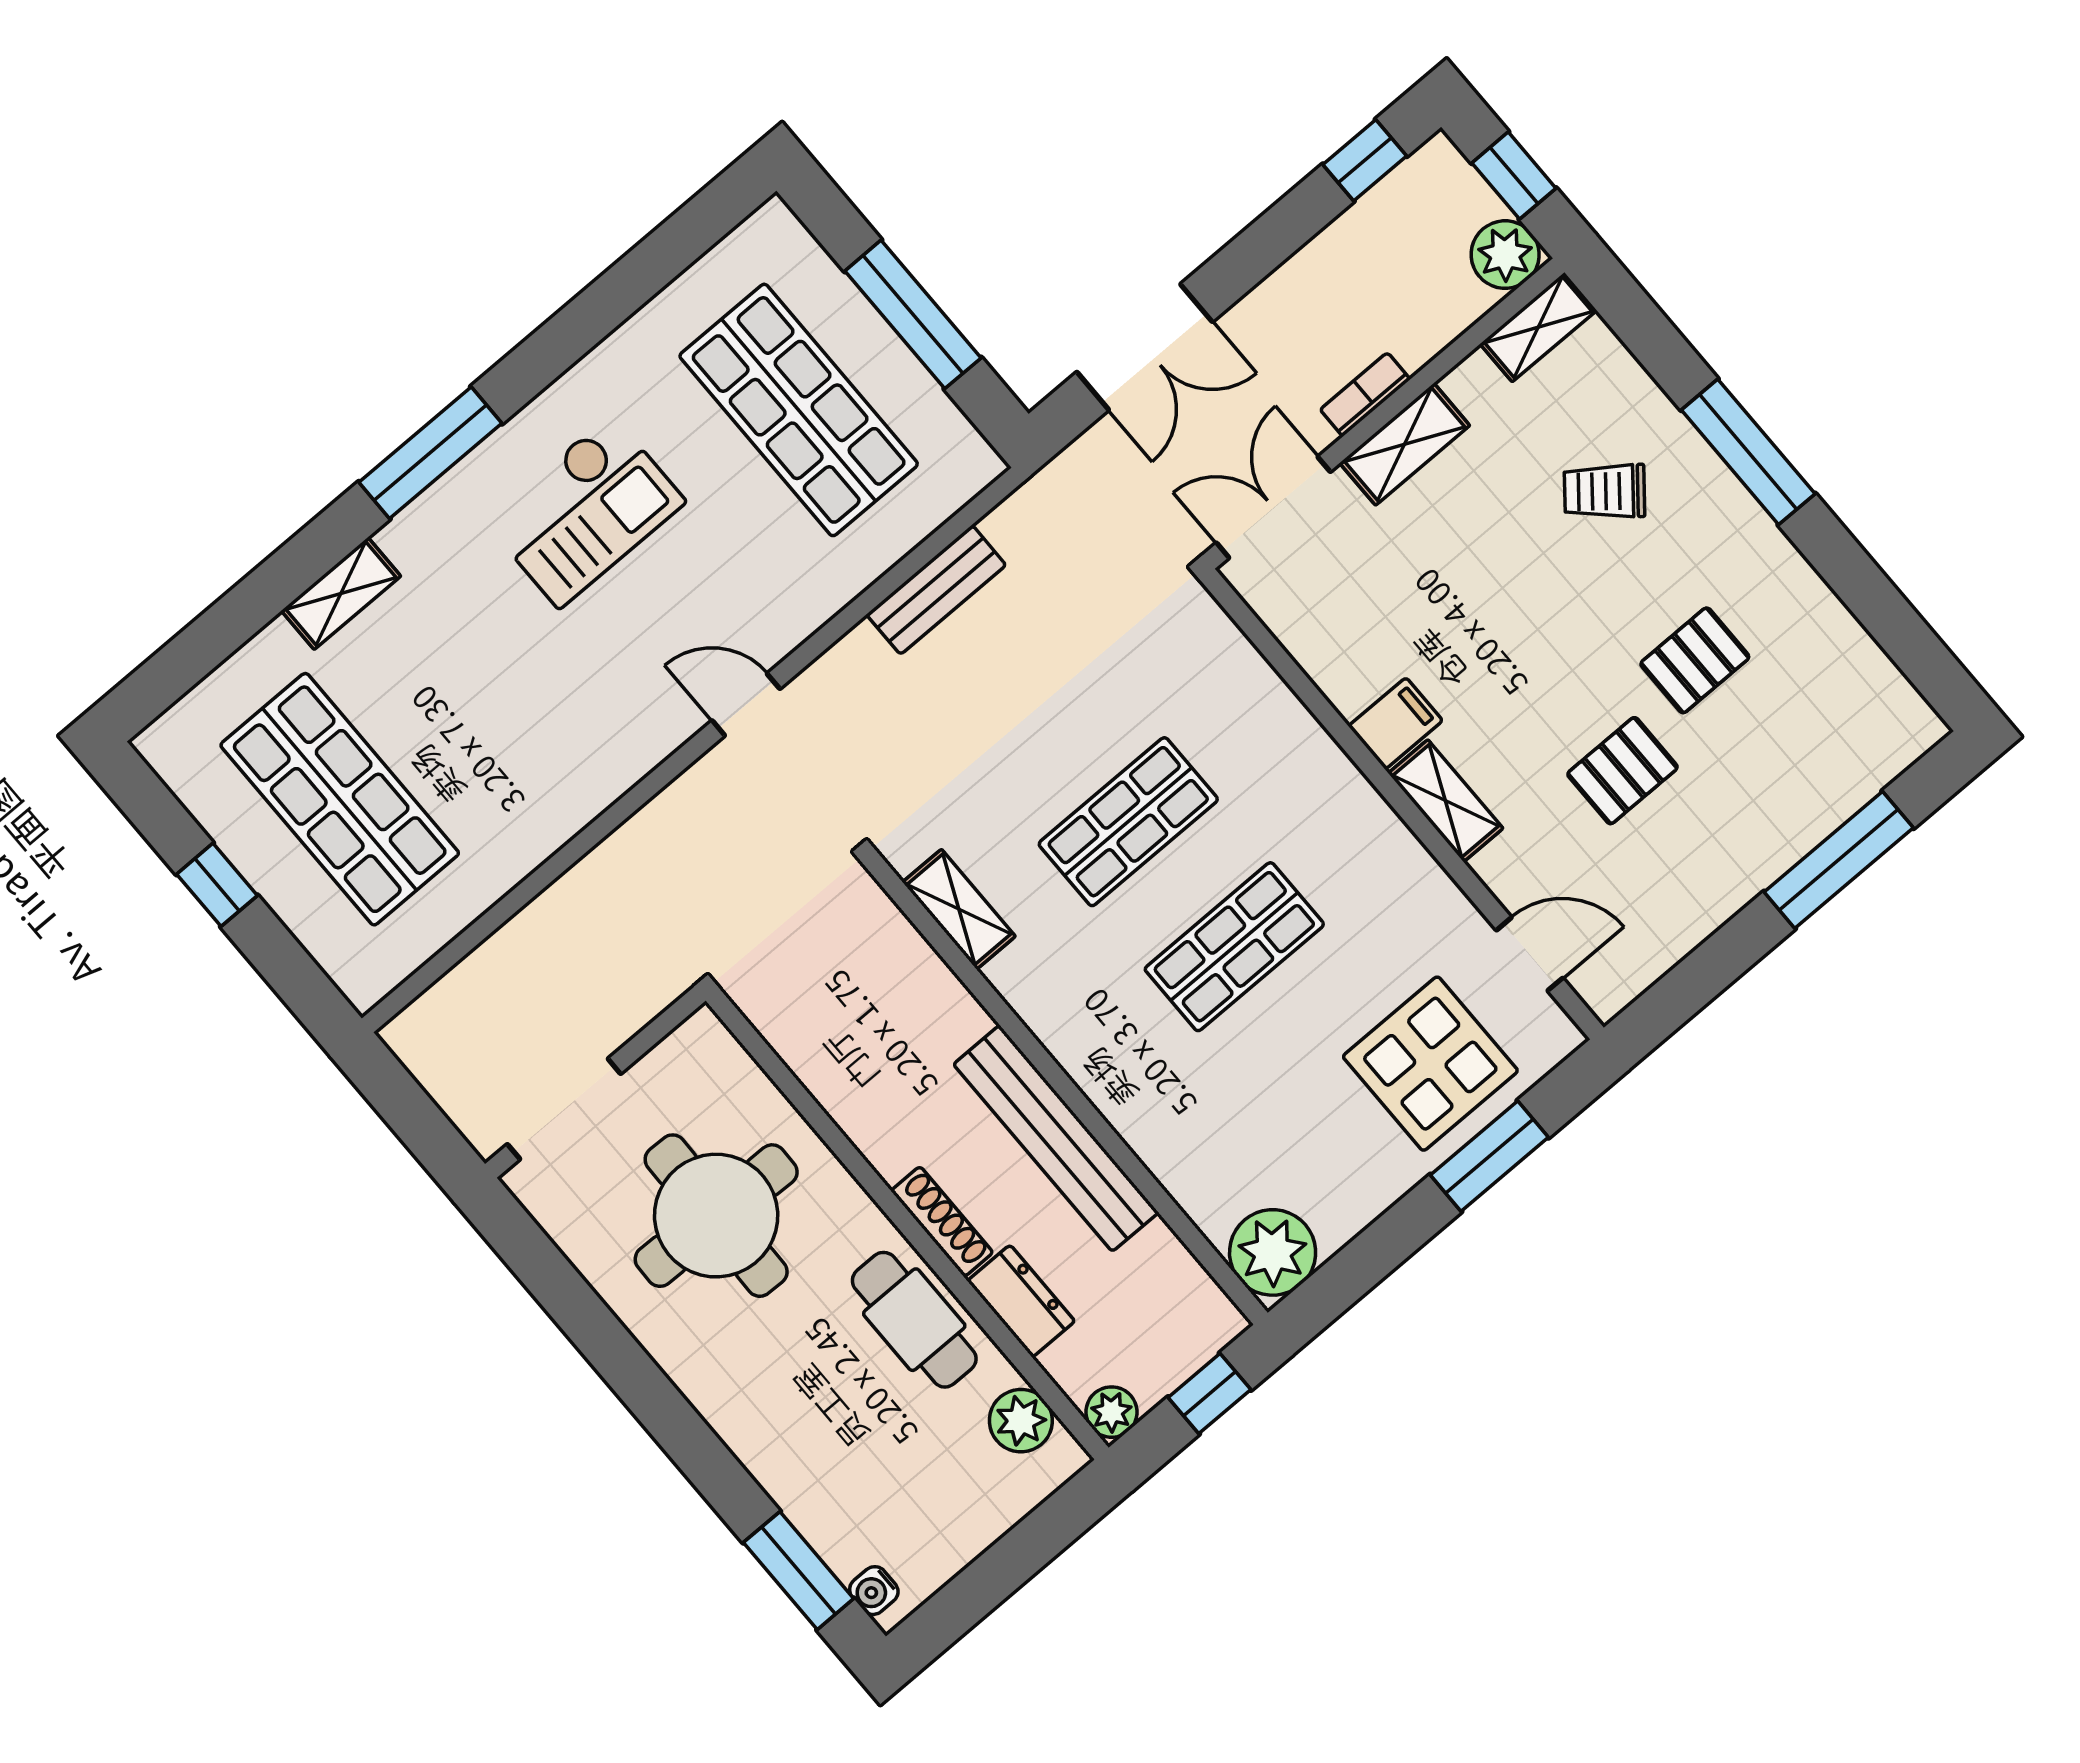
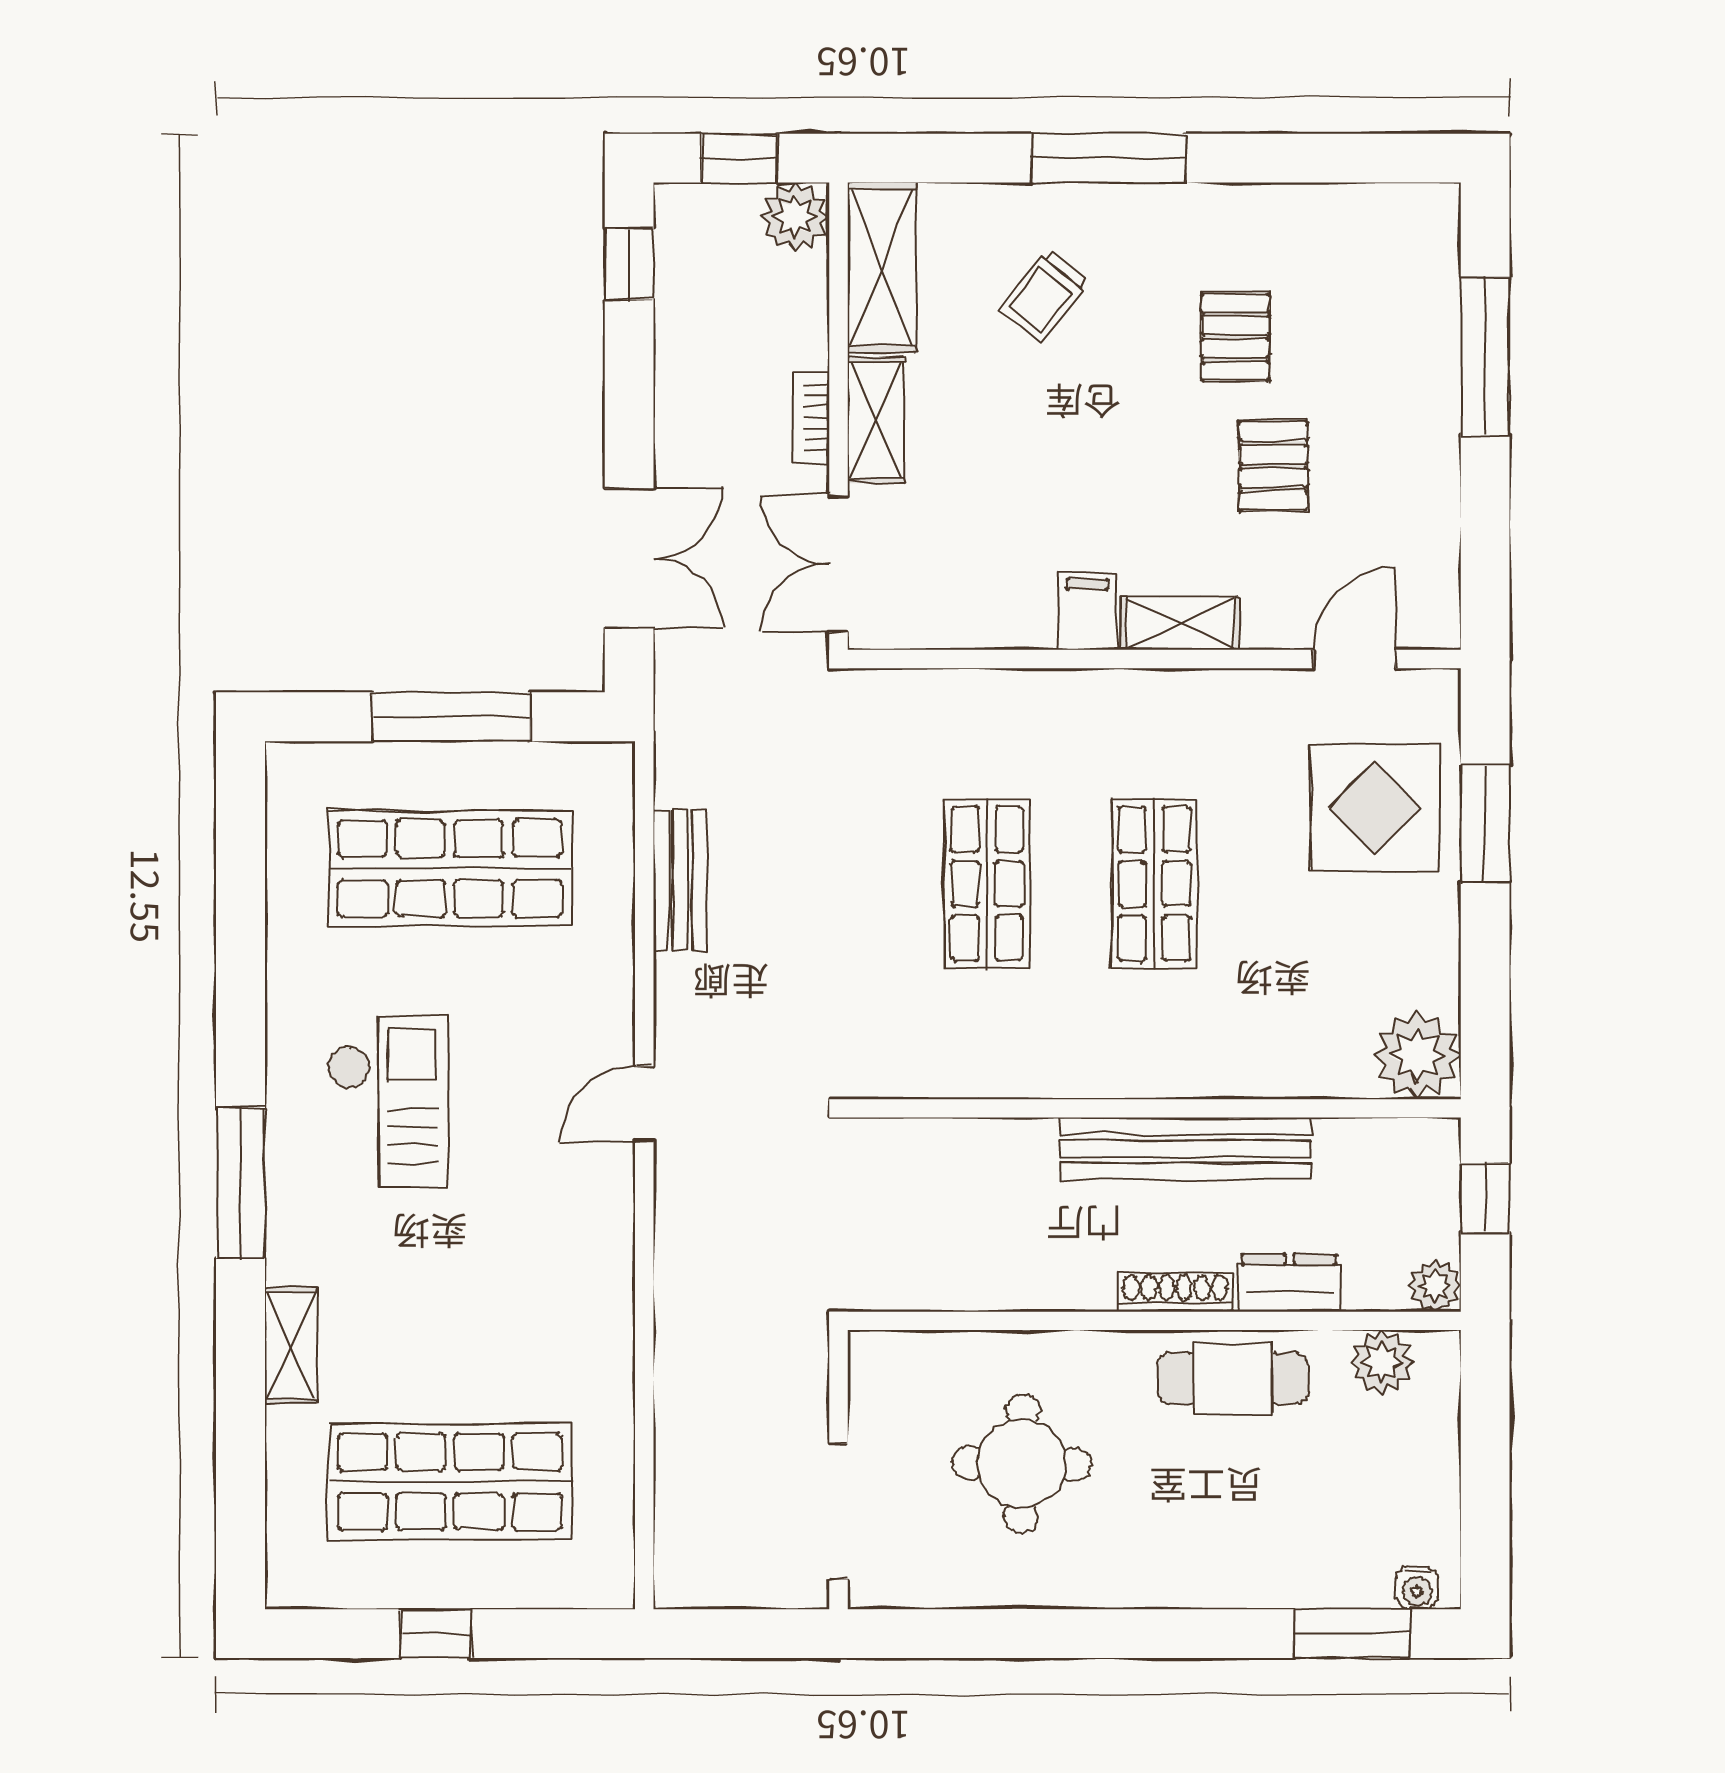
shelving: (1538, 327) -> (882, 267), width x1.50, depth x1.33
shelving: (959, 909) -> (944, 1073), removed
round table: (716, 1216) -> (1022, 1464), width x0.73, depth x0.73

